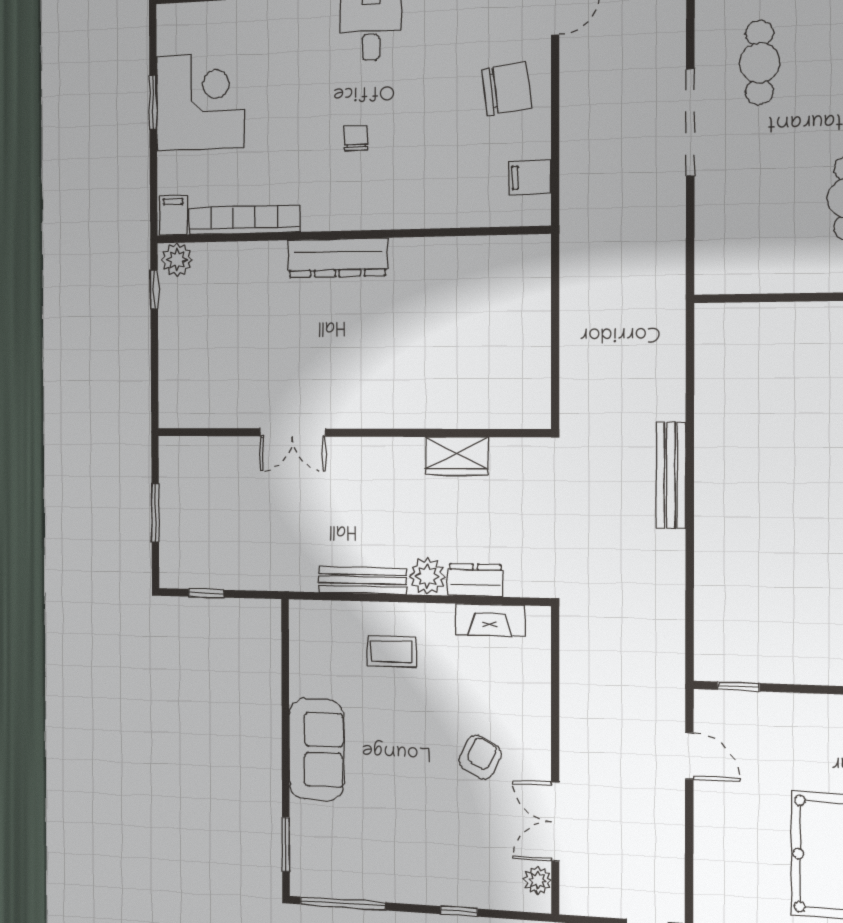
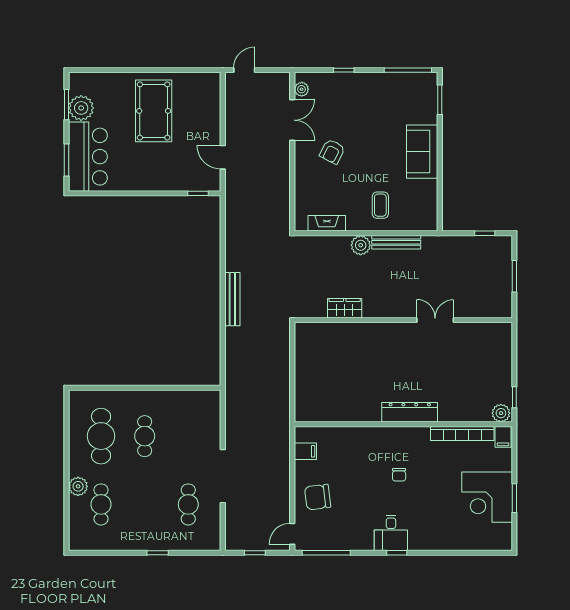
dresser: (475, 580) -> (335, 244), removed
coffee table: (391, 652) -> (380, 205), turned 90

